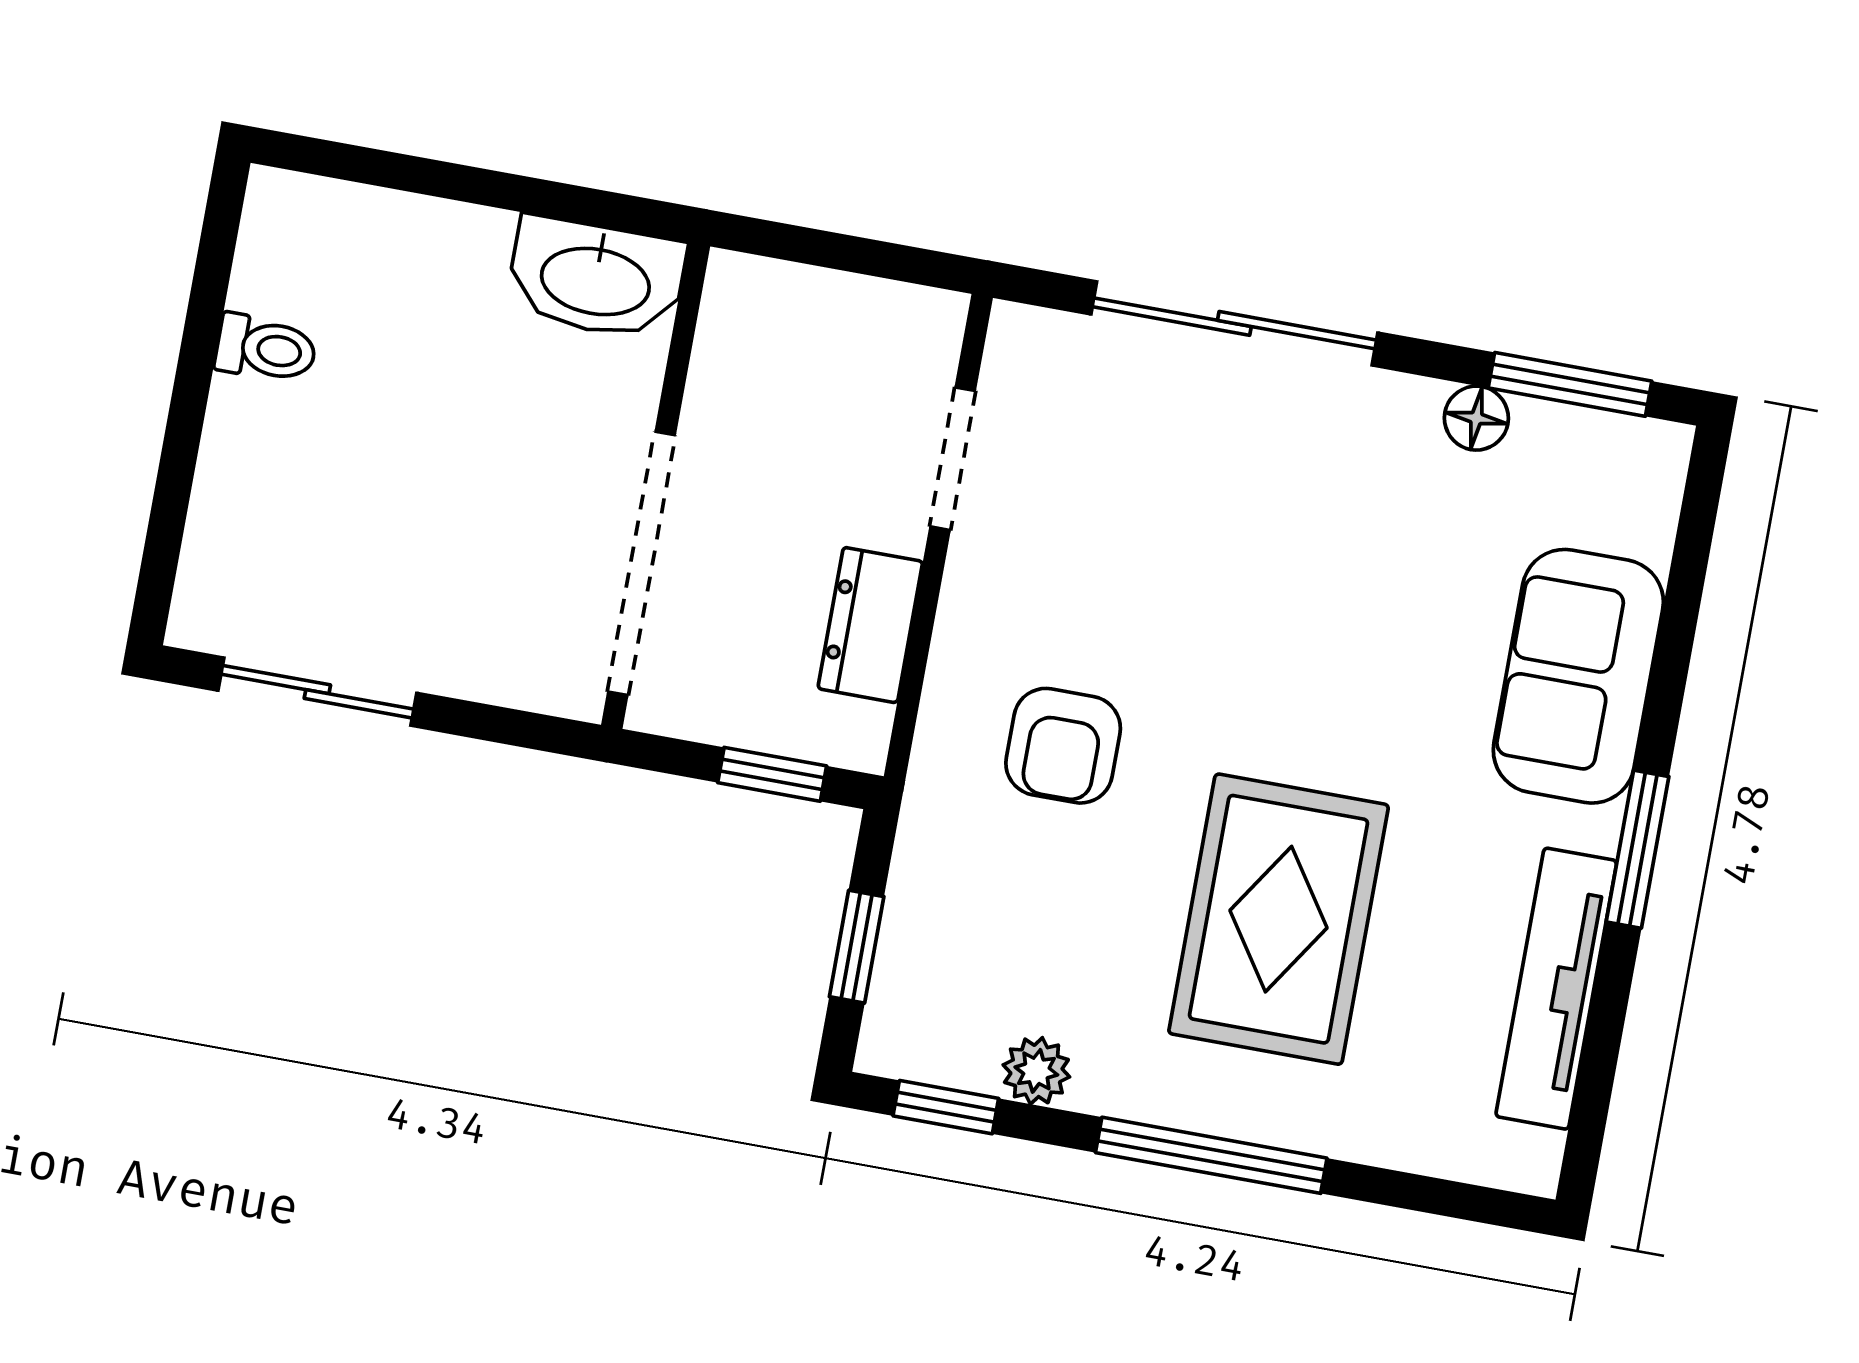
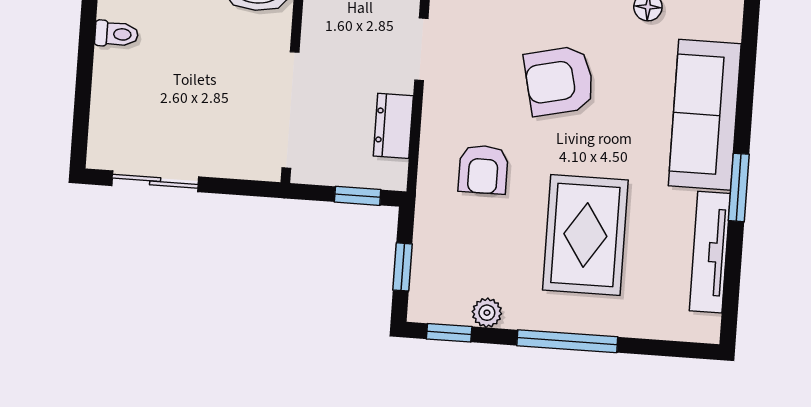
armchair: (1257, 564) -> (559, 81), added
sofa: (1578, 676) -> (705, 115), width x1.36

